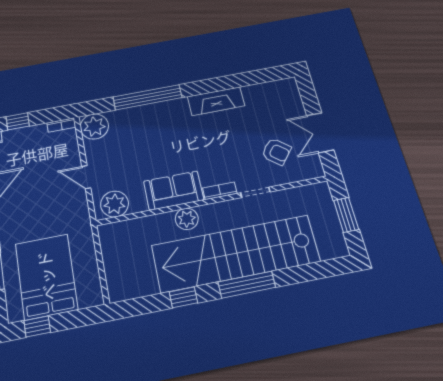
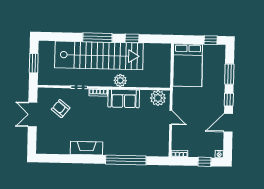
plant: (94, 126) -> (160, 148), removed
double door: (320, 133) -> (33, 114), swing flipped
bed: (46, 276) -> (188, 65), moved

